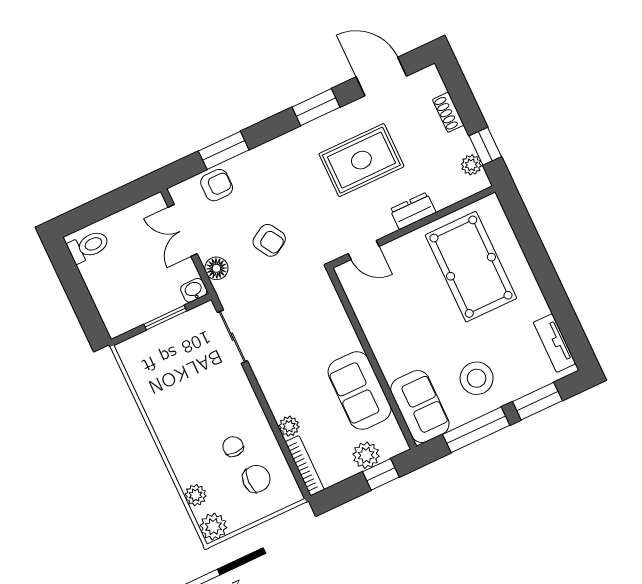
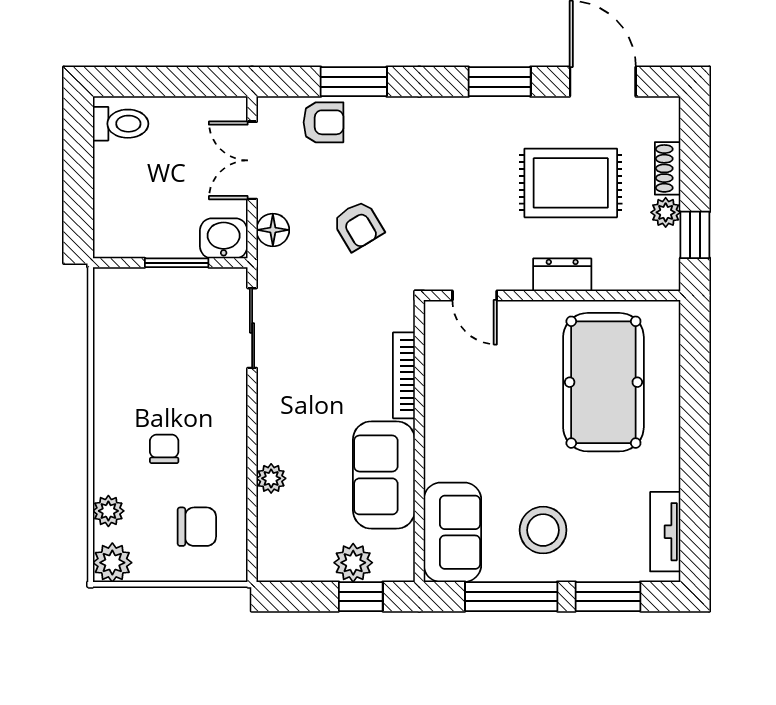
rug: (361, 160) -> (571, 183), moved
plant: (471, 165) -> (666, 212), moved
washbasin: (194, 290) -> (224, 238), width x1.38, depth x1.45
chair: (233, 447) -> (164, 449), moved
bookcase: (305, 466) -> (404, 375), moved, turned 180

